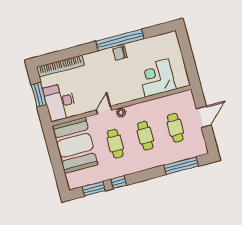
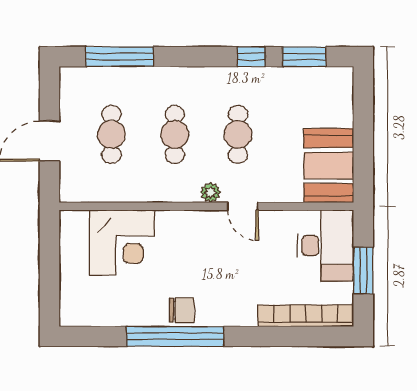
door: (104, 110) -> (243, 206), hinge flipped
booth: (75, 145) -> (329, 166), width x0.73, depth x0.70

